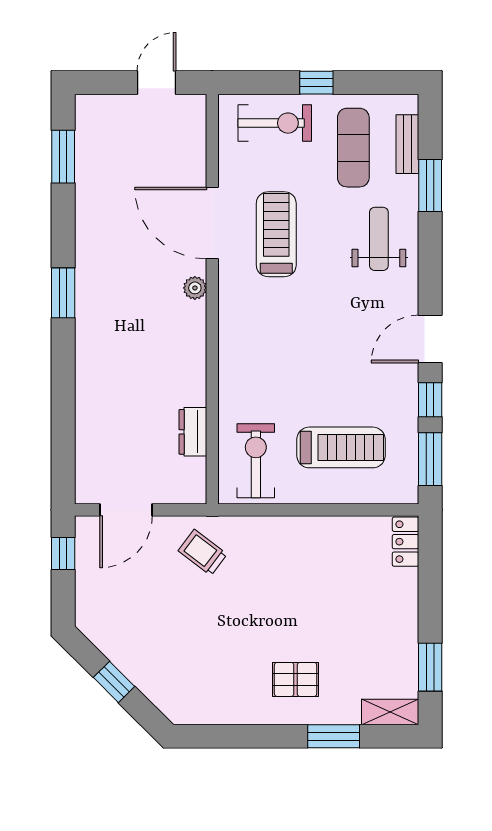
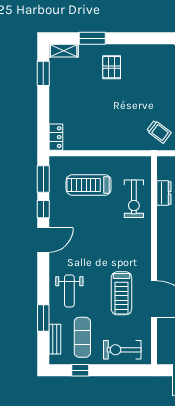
window: (316, 83) -> (80, 370), moved
plant: (195, 288) -> (163, 266), removed
exercise bike: (256, 461) -> (134, 199), moved
pallet: (296, 679) -> (112, 67), turned 90

